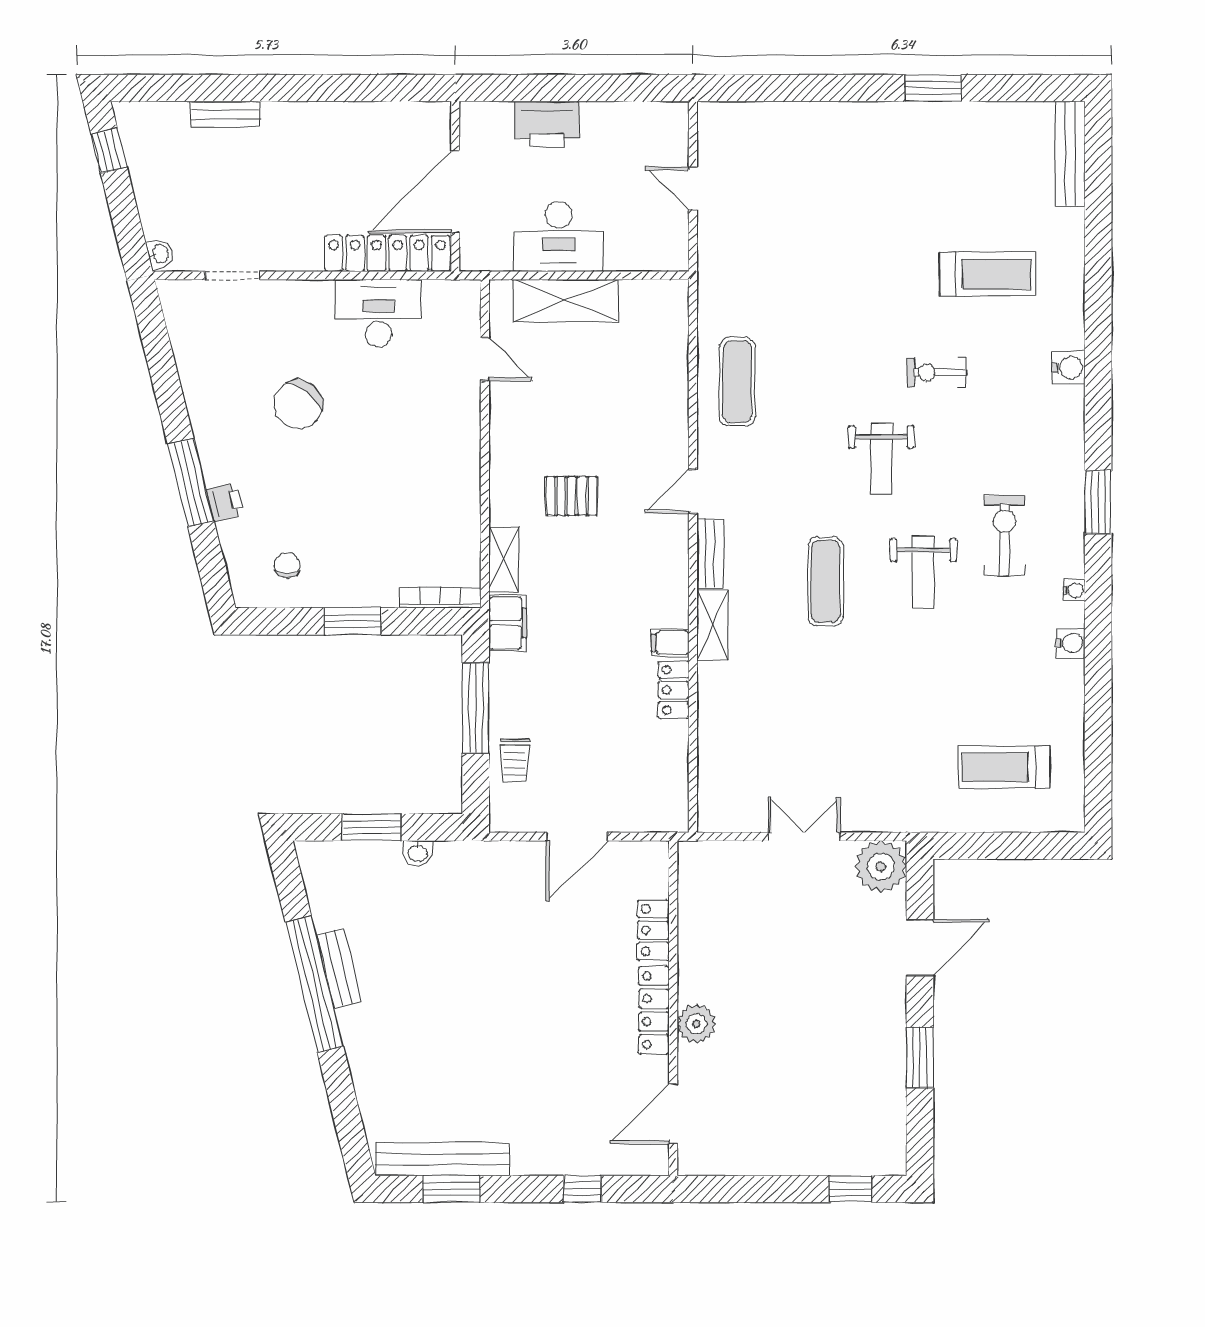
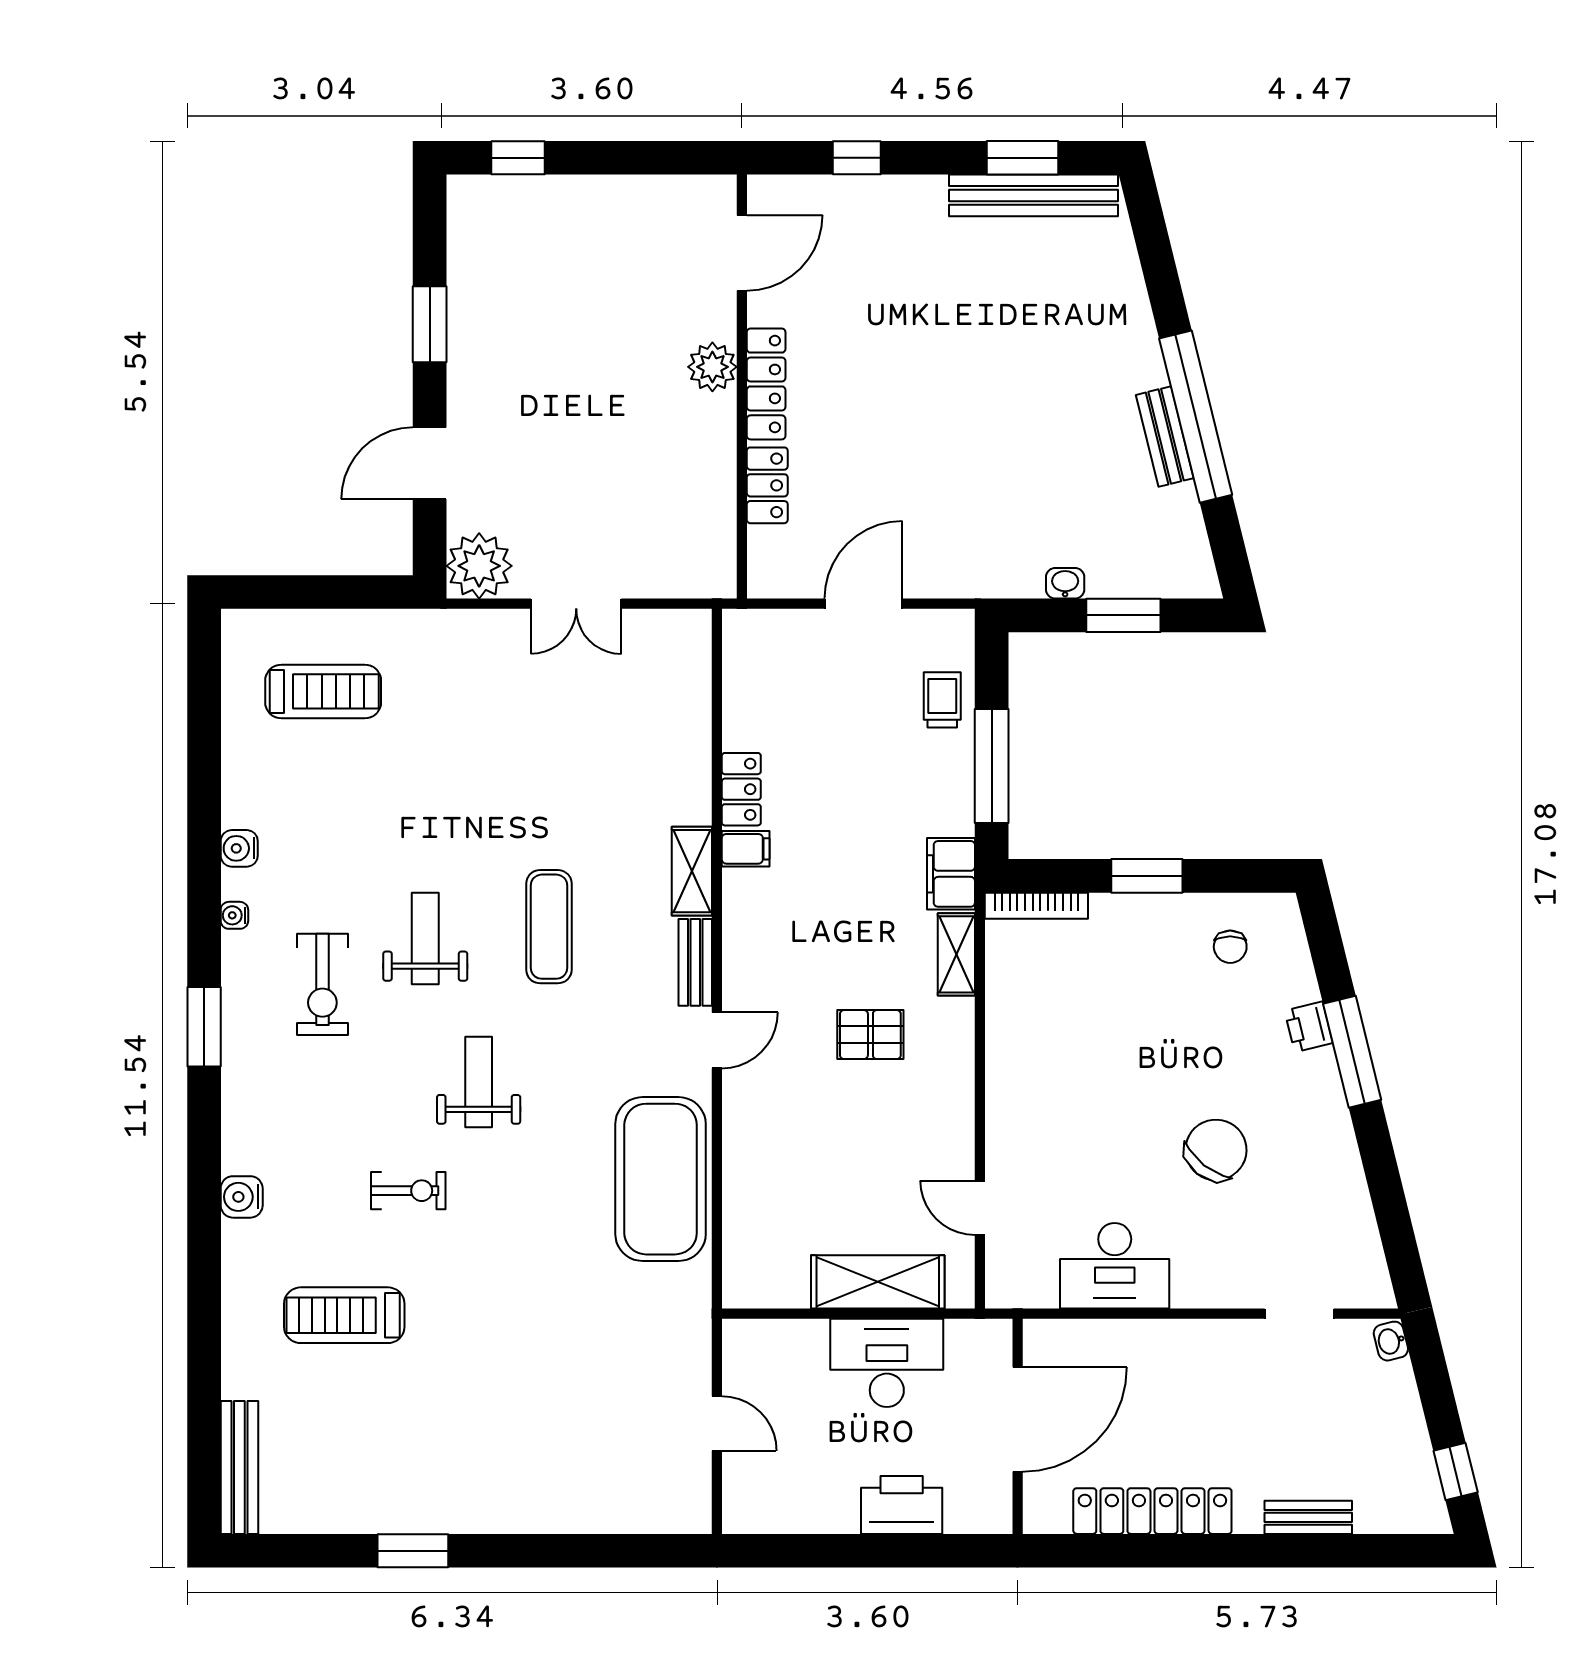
locker: (387, 253) -> (1152, 1511), moved, turned 180
exercise mat: (737, 382) -> (661, 1179), width x2.00, depth x1.45

